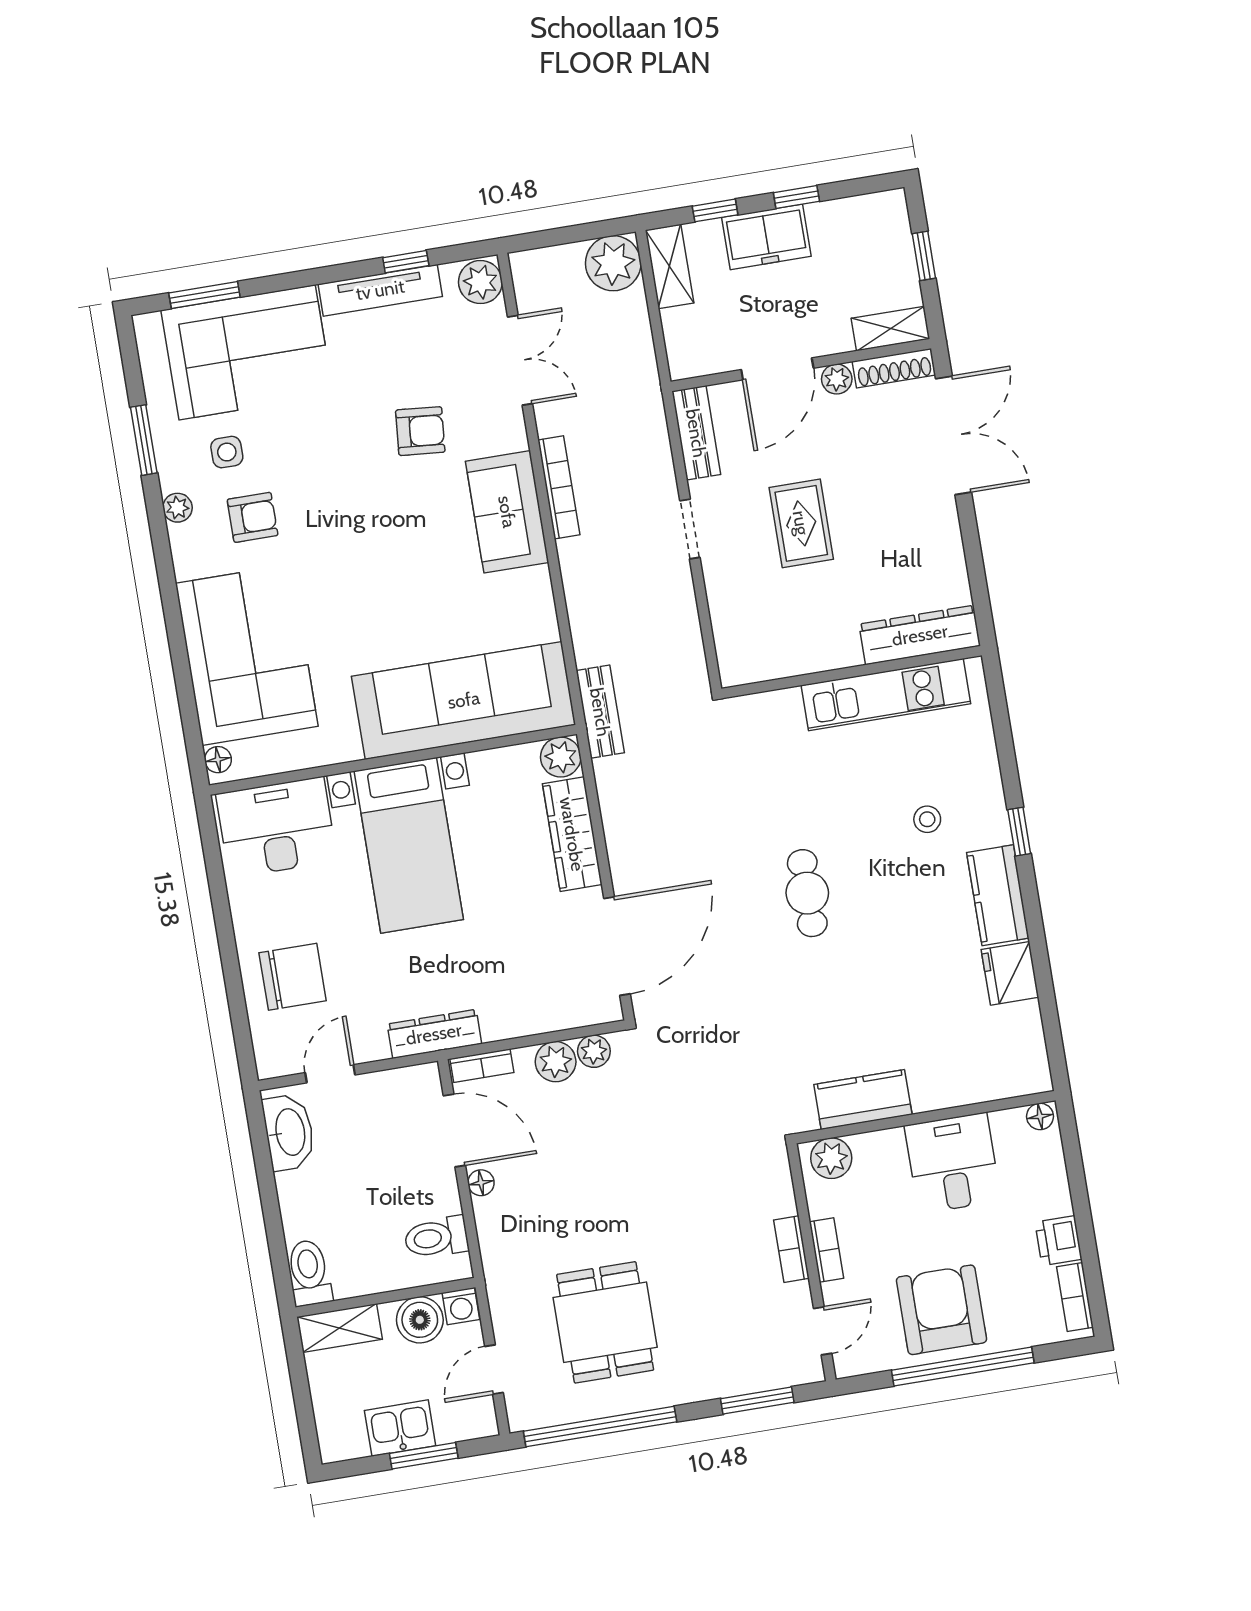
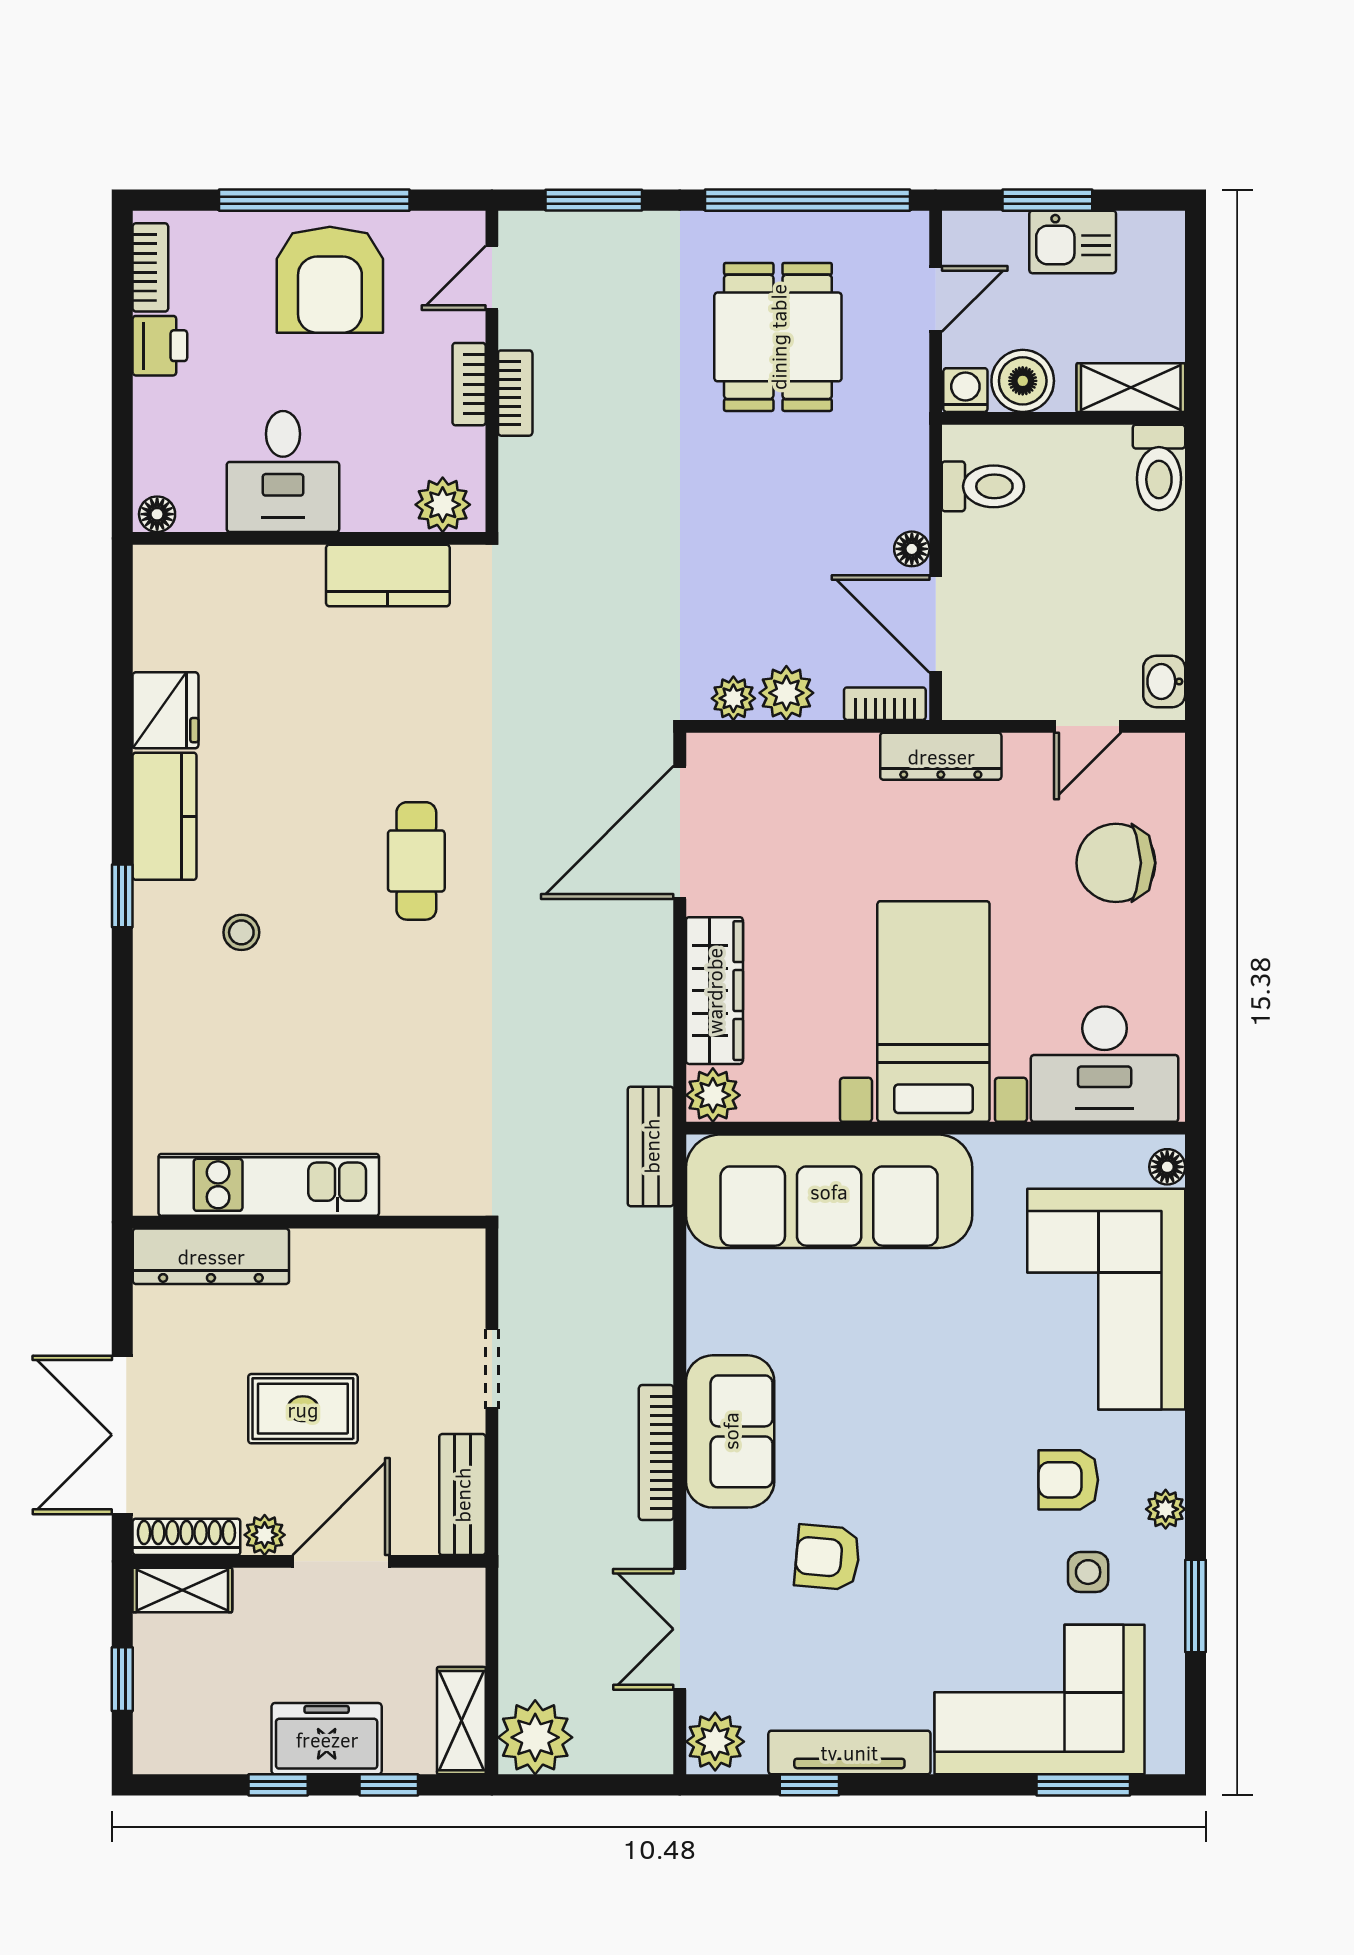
rug: (801, 523) -> (303, 1409), moved, turned 90
dresser: (920, 635) -> (211, 1256), moved
wall: (852, 672) -> (309, 1222), moved
kitchen unit: (886, 695) -> (269, 1185), moved
washbasin: (289, 1132) -> (1164, 681), width x0.52, depth x0.69

